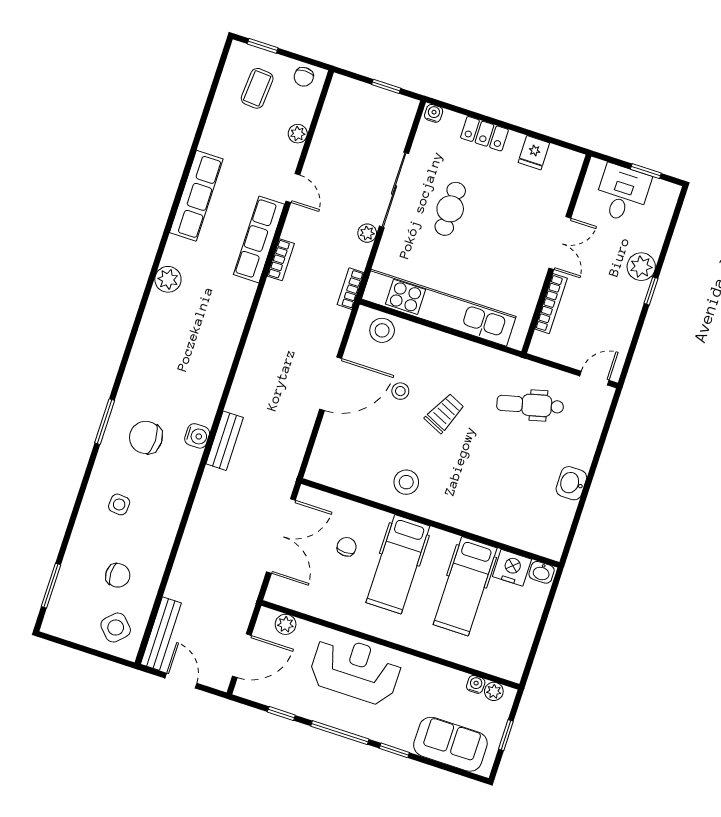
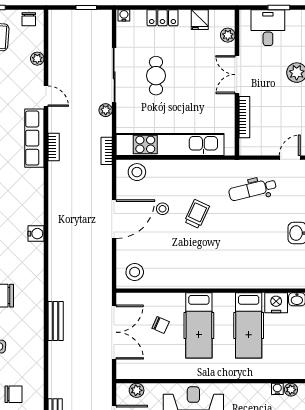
plant: (565, 186) -> (228, 35), added
double door: (560, 243) -> (237, 75), swing flipped
water cooler: (197, 436) -> (36, 234), moved
bench: (225, 441) -> (56, 321), moved
stool: (406, 482) -> (135, 272), moved
chair: (347, 547) -> (161, 325), turned 114

